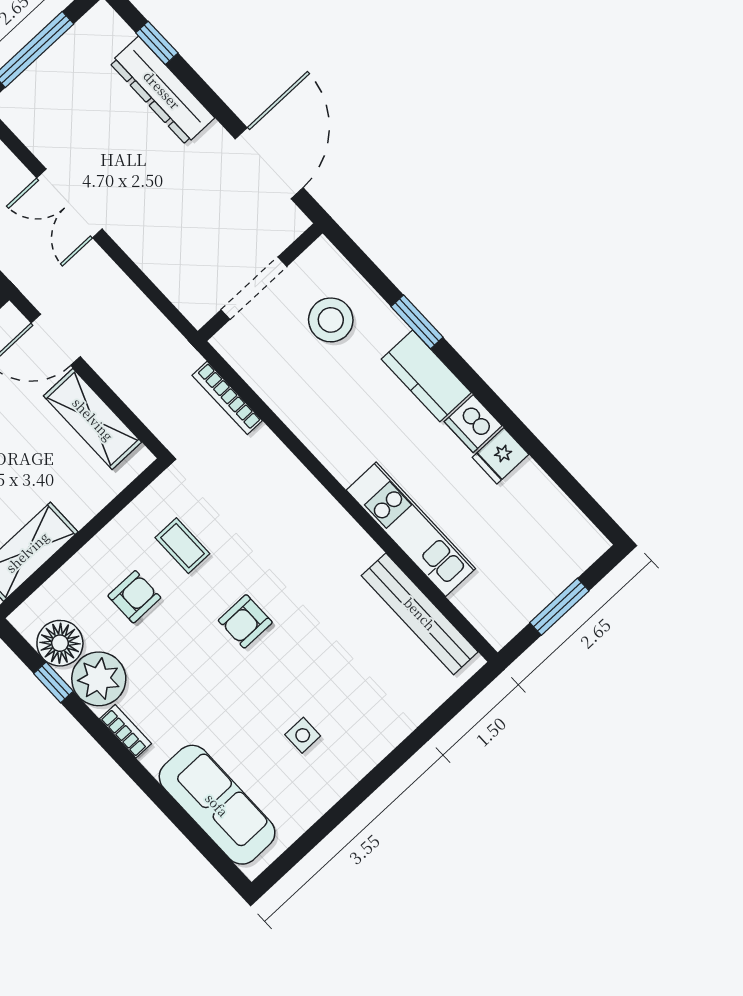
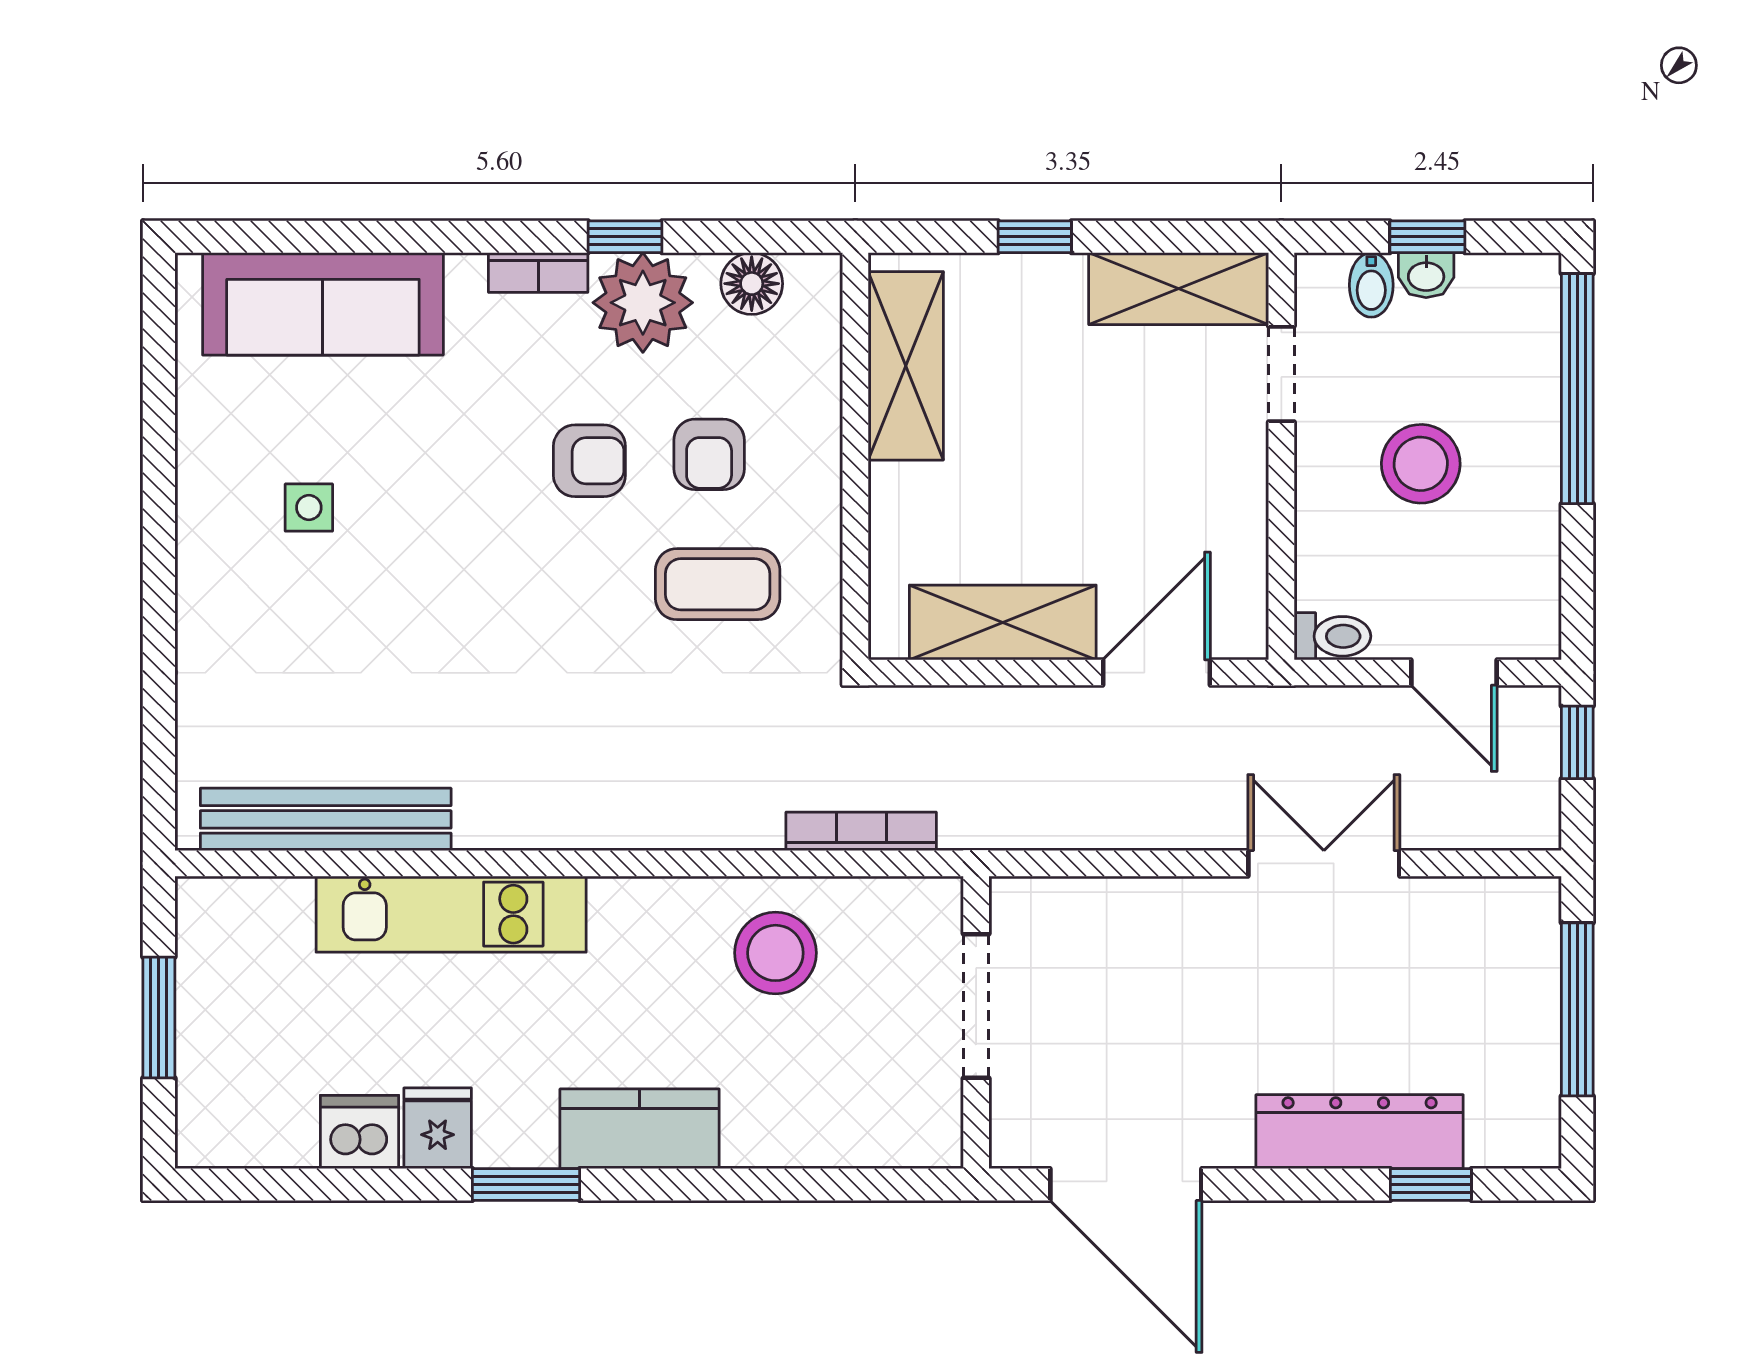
stool: (331, 320) -> (775, 953), moved
window: (417, 322) -> (526, 1185), moved
dishwasher: (473, 424) -> (359, 1132), moved
coffee table: (182, 546) -> (718, 584), width x1.36, depth x1.30
armchair: (245, 621) -> (589, 461), moved, turned 90
floor lamp: (60, 643) -> (752, 284), width x0.73, depth x0.73
window: (53, 682) -> (625, 237), moved

